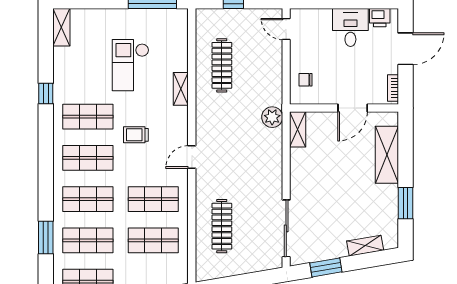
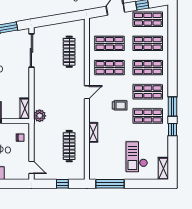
checkout: (131, 65) -> (137, 157), moved, turned 180
window: (46, 238) -> (173, 107), moved

